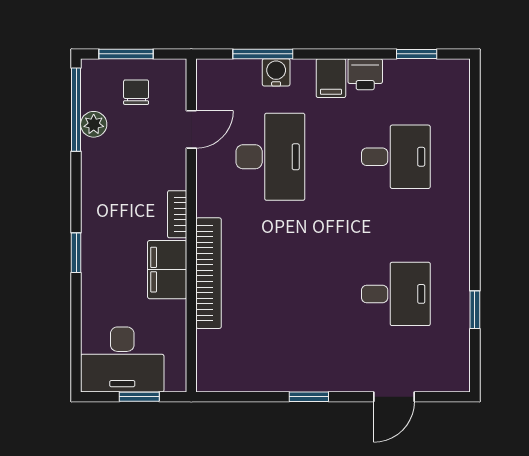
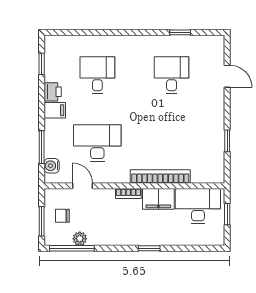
water cooler: (276, 72) -> (52, 166), moved
desk: (122, 359) -> (198, 206), moved, turned -90
window: (309, 397) -> (227, 141), moved

